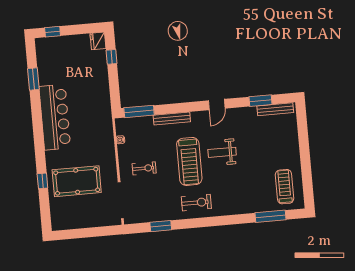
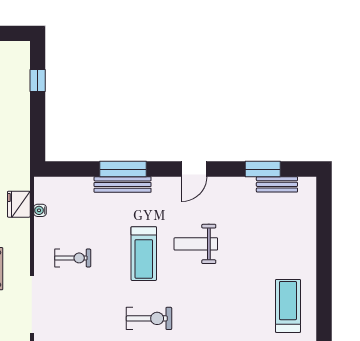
fridge: (98, 41) -> (19, 204), moved
bench: (275, 109) -> (277, 184), width x0.73
window: (139, 111) -> (123, 169), moved
treadmill: (189, 161) -> (144, 254), width x0.73, depth x0.73

